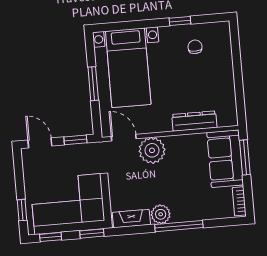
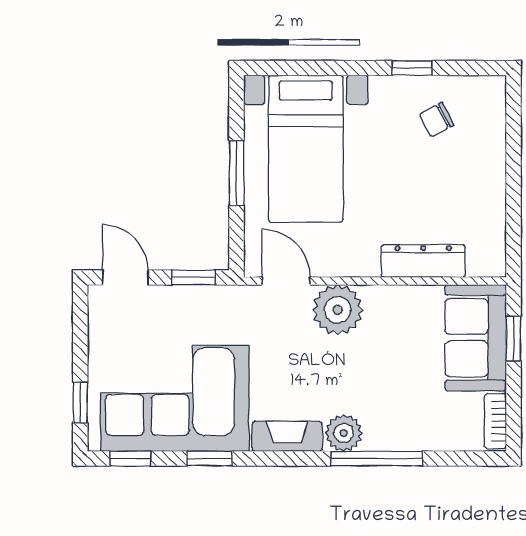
chair: (195, 47) -> (437, 120), turned -118
window: (245, 157) -> (513, 339), width x0.67

